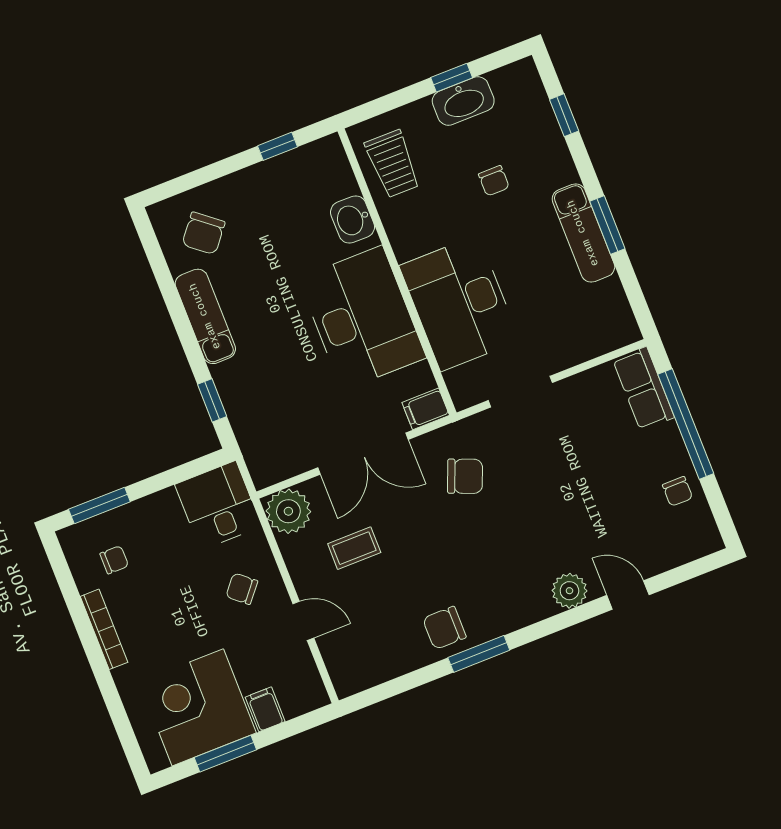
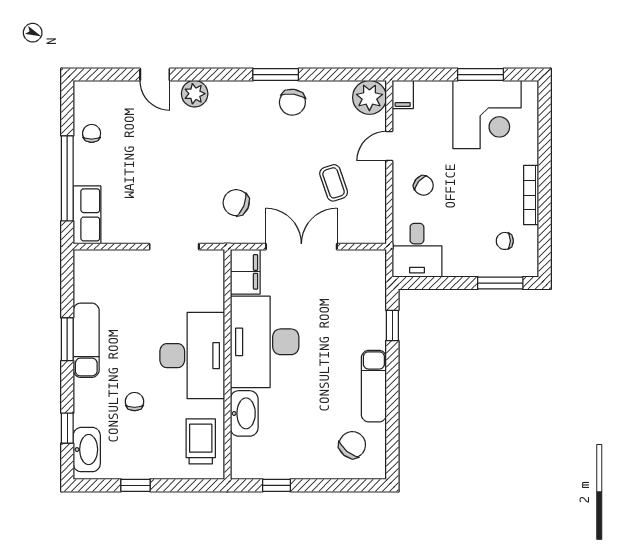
washbasin: (463, 101) -> (87, 450), moved, turned 90
washbasin: (353, 219) -> (244, 413), width x1.38
desk: (460, 303) -> (192, 356), moved
filing cabinet: (426, 409) -> (245, 272), width x2.00
plant: (288, 511) -> (369, 97), moved
coffee table: (354, 548) -> (334, 183), turned 71
door: (303, 621) -> (389, 146), hinge flipped
chair: (444, 628) -> (292, 102), turned 98
filing cabinet: (265, 709) -> (403, 95), moved

